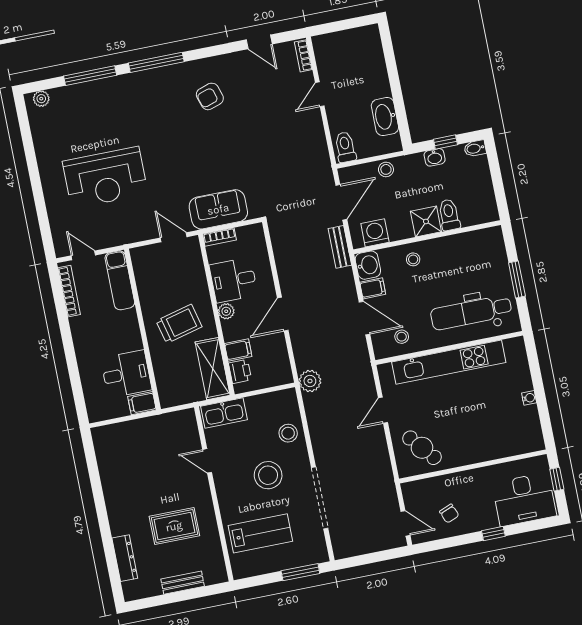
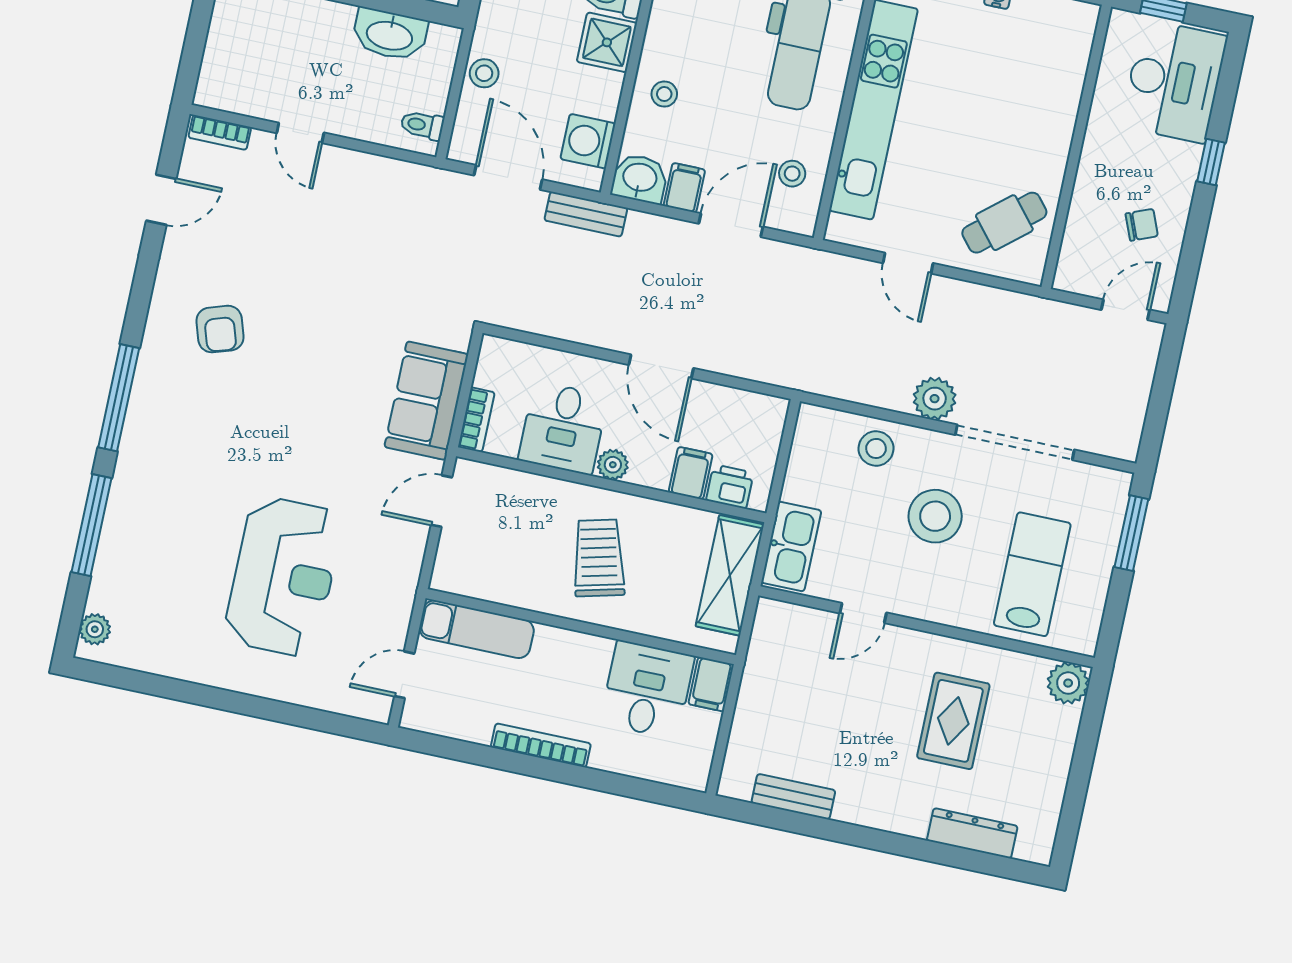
toilet: (345, 147) -> (422, 125), width x0.73, depth x0.72
bookcase: (69, 291) -> (541, 745), moved
shelving: (213, 369) -> (730, 575), moved, turned 90
plant: (310, 381) -> (935, 399), moved
plant: (216, 573) -> (1068, 683), added
bench: (183, 583) -> (793, 797), moved, turned 90

